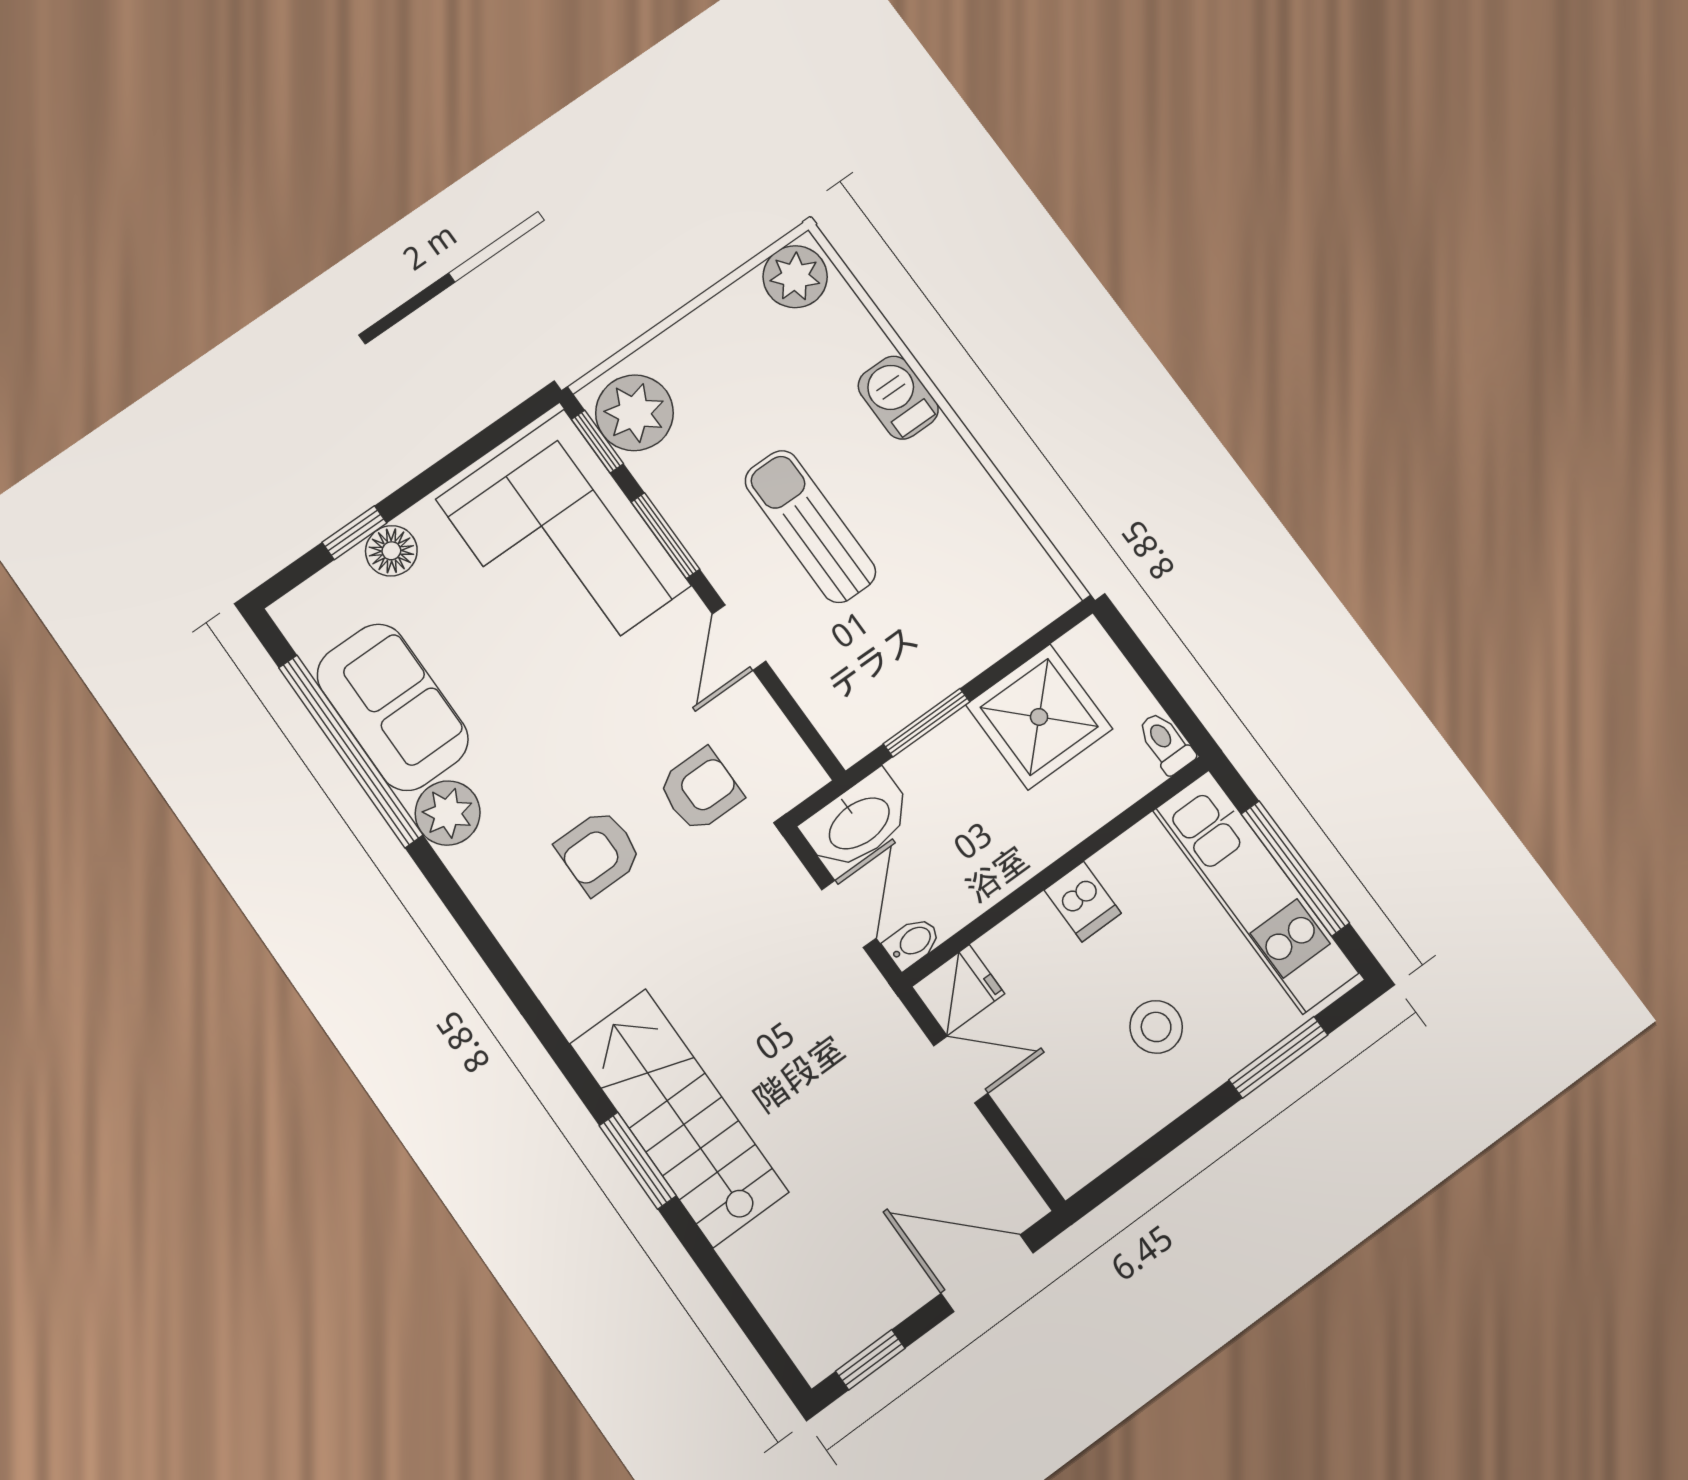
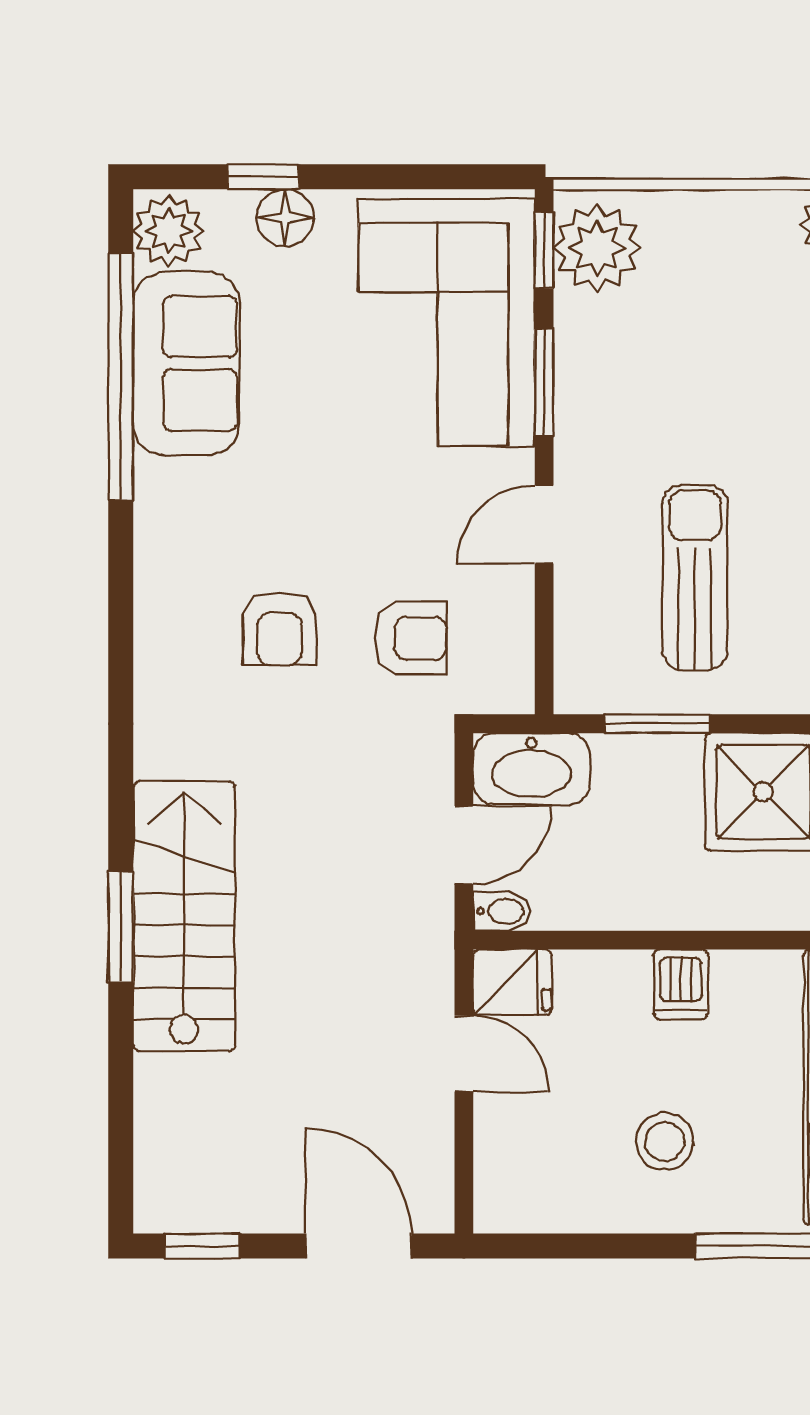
sun lounger: (810, 526) -> (695, 577), moved
plant: (448, 813) -> (169, 231), moved
armchair: (599, 852) -> (279, 628), turned -90

